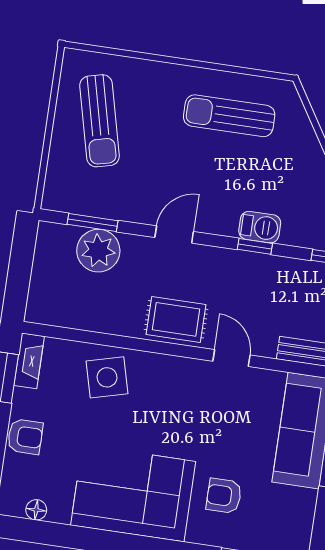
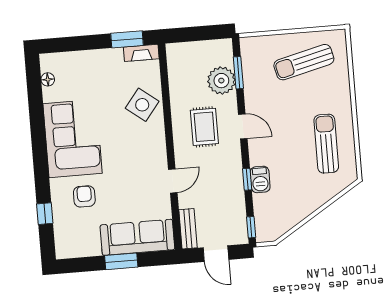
rug: (176, 319) -> (204, 127), moved
side table: (107, 377) -> (142, 105), turned -37
armchair: (25, 437) -> (92, 62), removed

